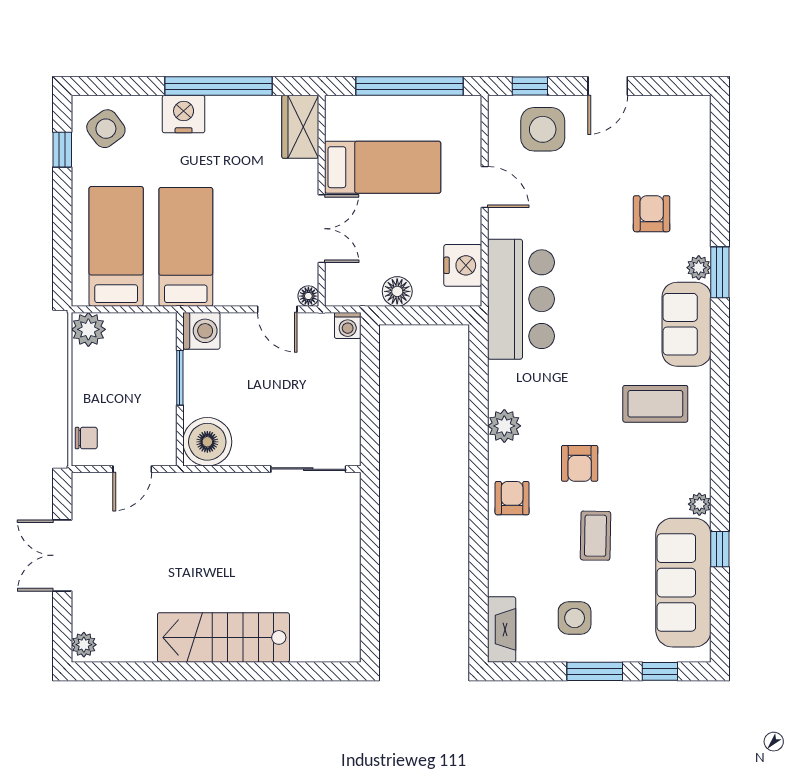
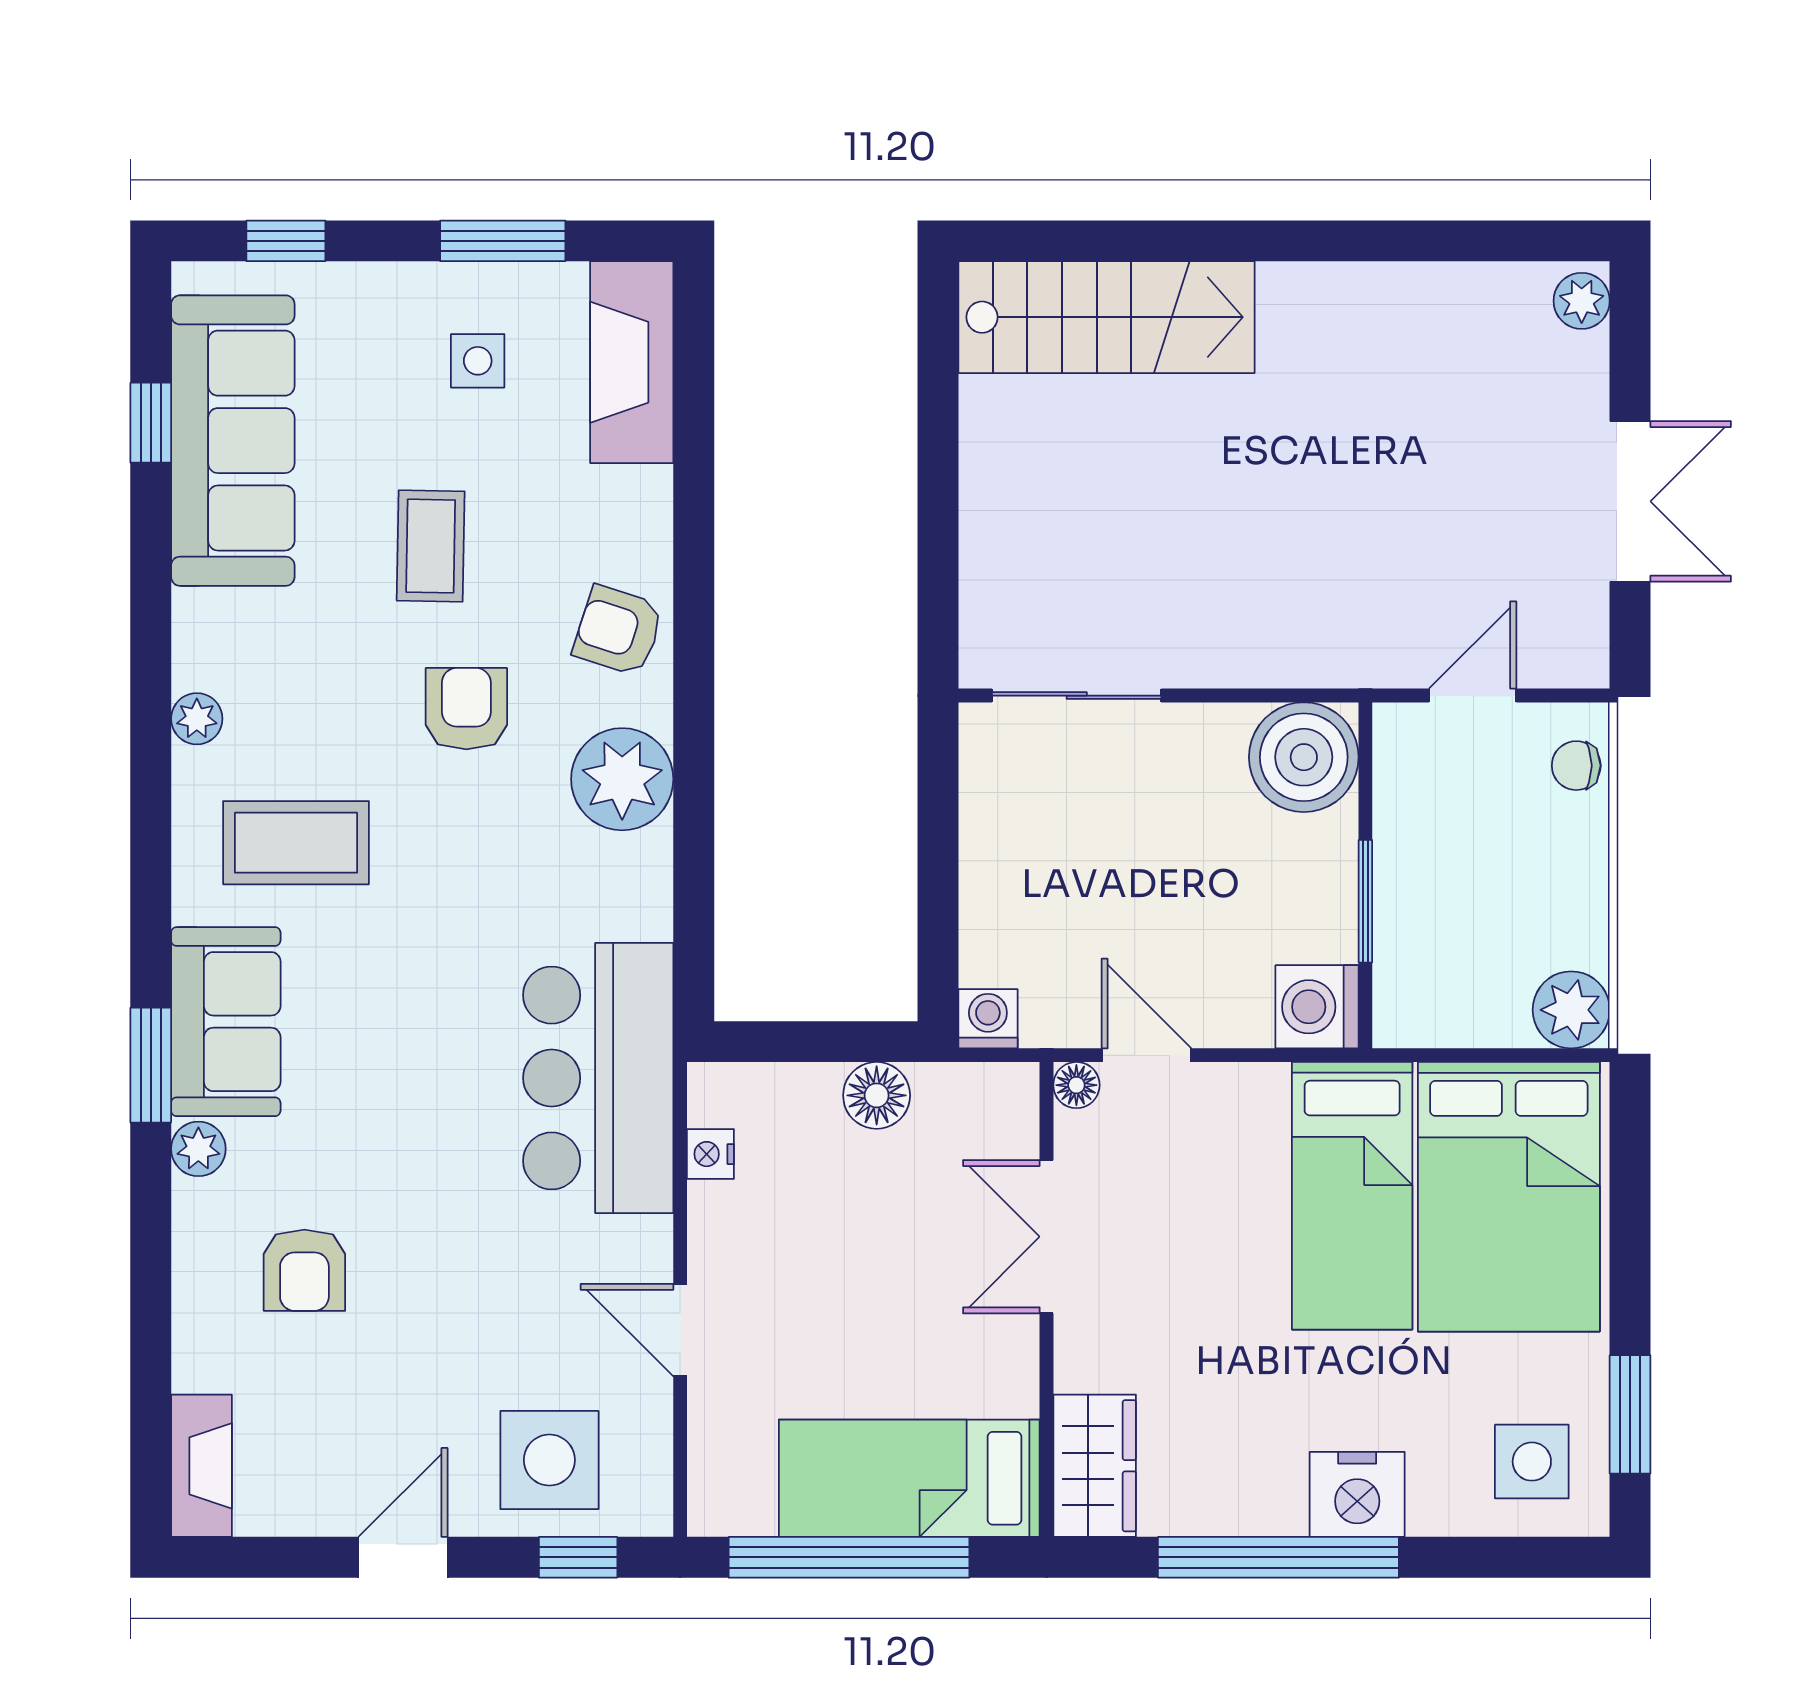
fireplace: (697, 127) -> (202, 1466), added
side table: (106, 129) -> (1532, 1462), turned 37
window: (62, 150) -> (1630, 1414), width x1.50
bed: (383, 167) -> (909, 1478), moved
bed: (116, 246) -> (1509, 1197), width x1.50
nightstand: (463, 265) -> (710, 1154), width x0.53, depth x0.56
window: (720, 272) -> (151, 1065), moved
plant: (504, 426) -> (622, 779), width x1.36, depth x1.36
armchair: (512, 498) -> (618, 631), turned 108
plant: (699, 504) -> (197, 719), moved
window: (720, 549) -> (151, 423), moved
side table: (575, 618) -> (478, 361), width x0.73, depth x0.73
fireplace: (502, 629) -> (632, 362), width x1.37, depth x1.32
stairs: (223, 637) -> (1107, 317), moved
window: (595, 671) -> (503, 241), moved

